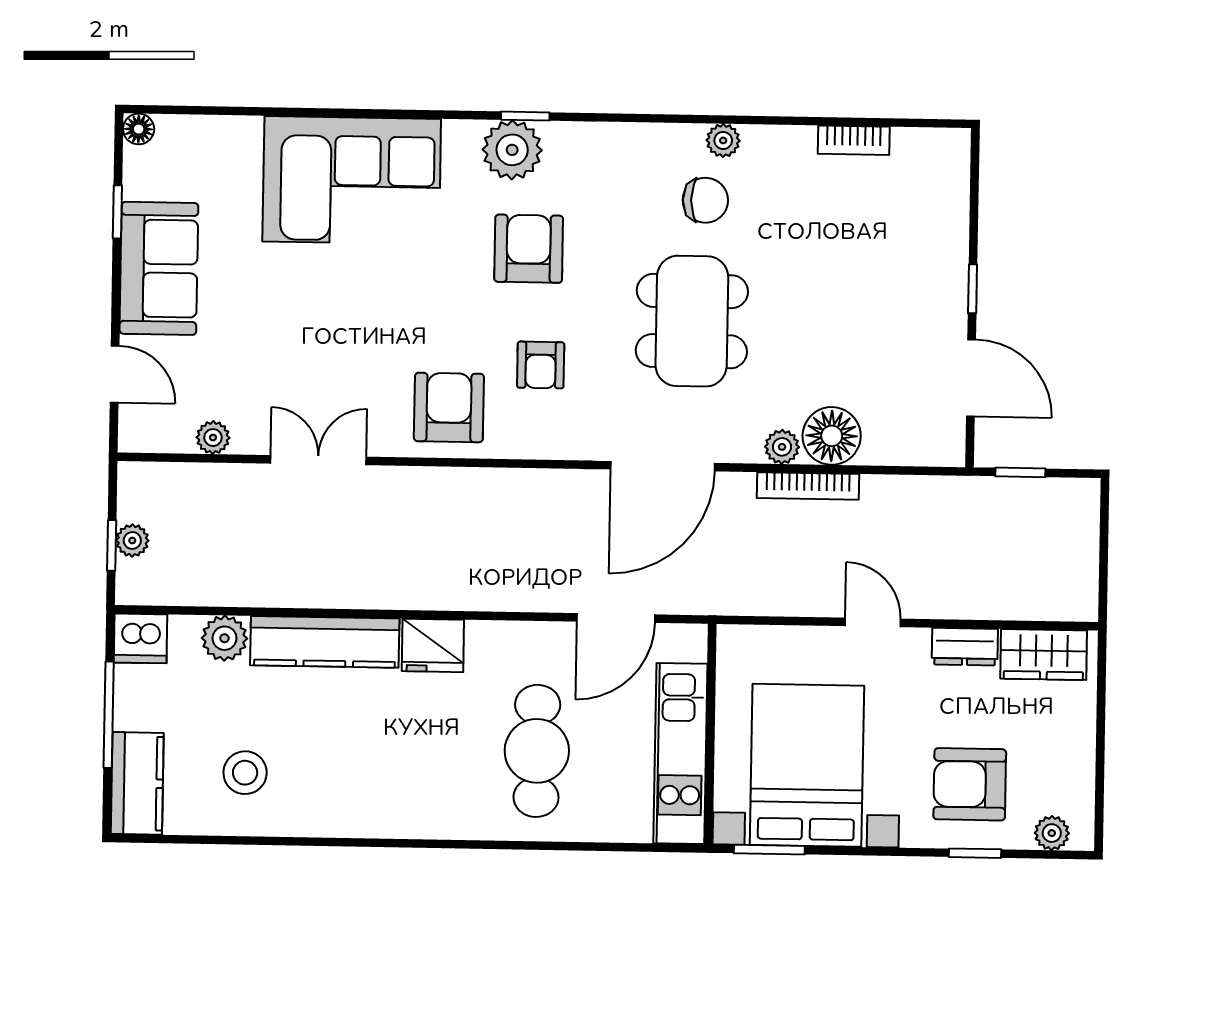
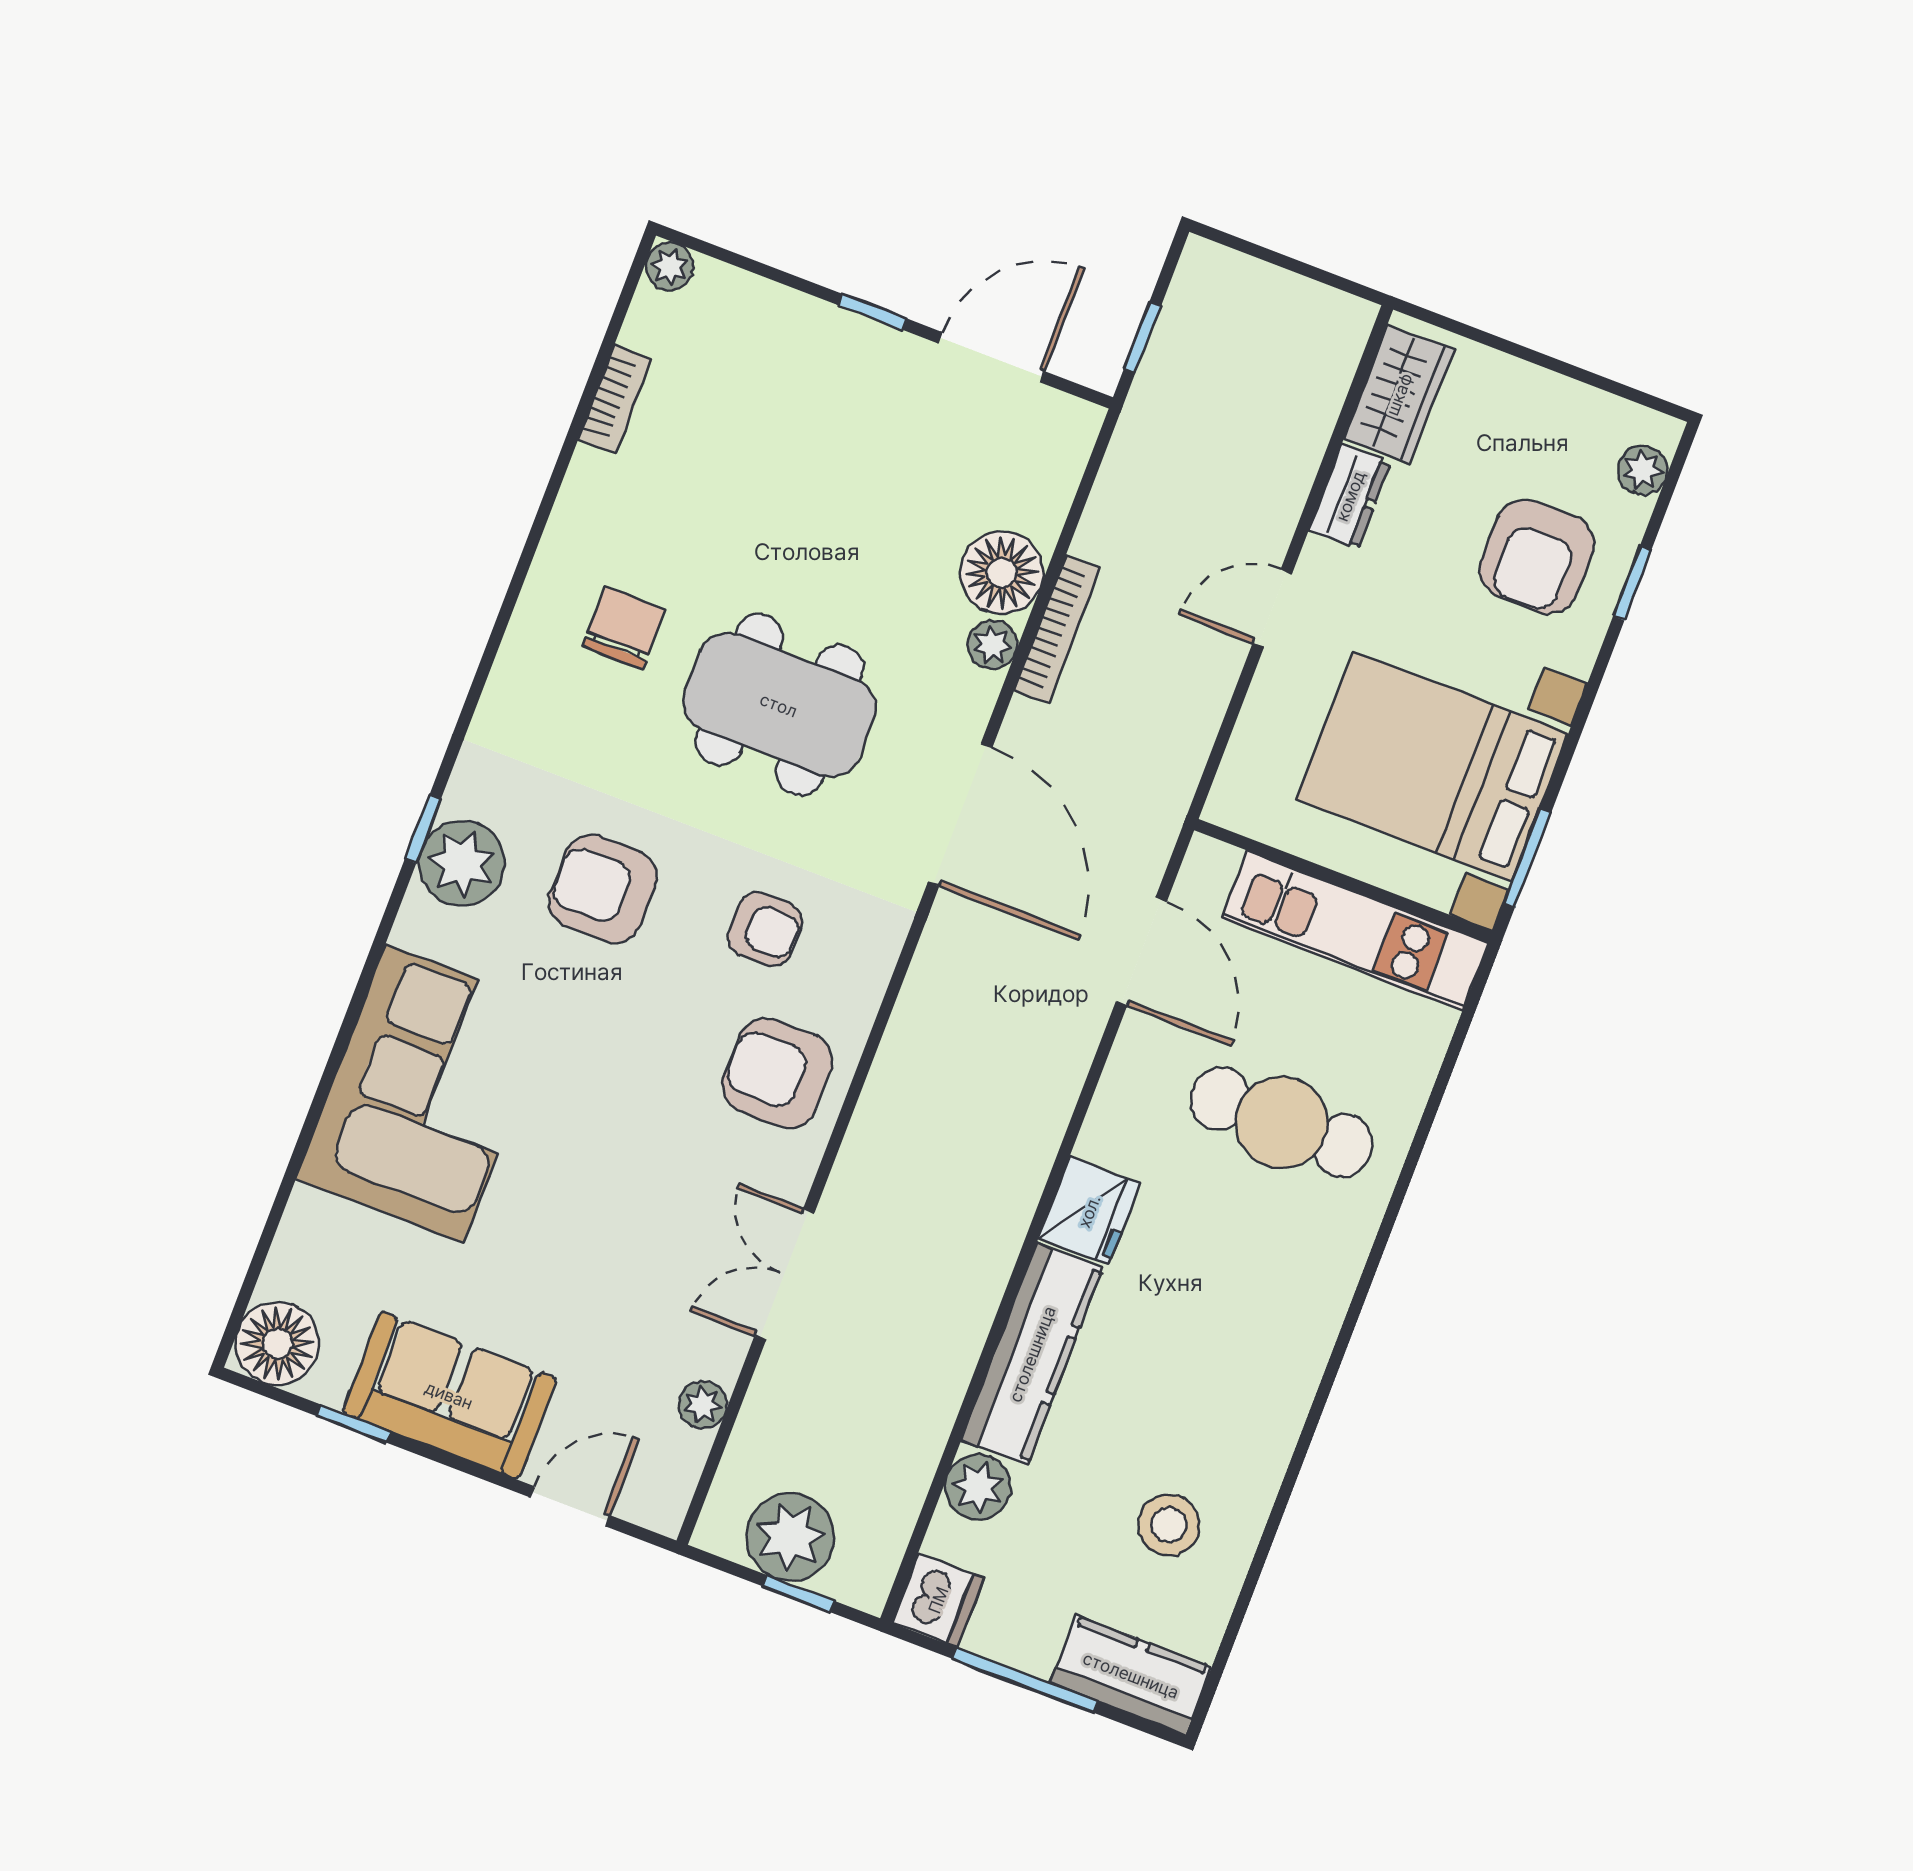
floor lamp: (139, 129) -> (277, 1344), width x1.89, depth x1.89
plant: (723, 140) -> (670, 266), moved
plant: (132, 540) -> (790, 1537), width x1.87, depth x1.87

